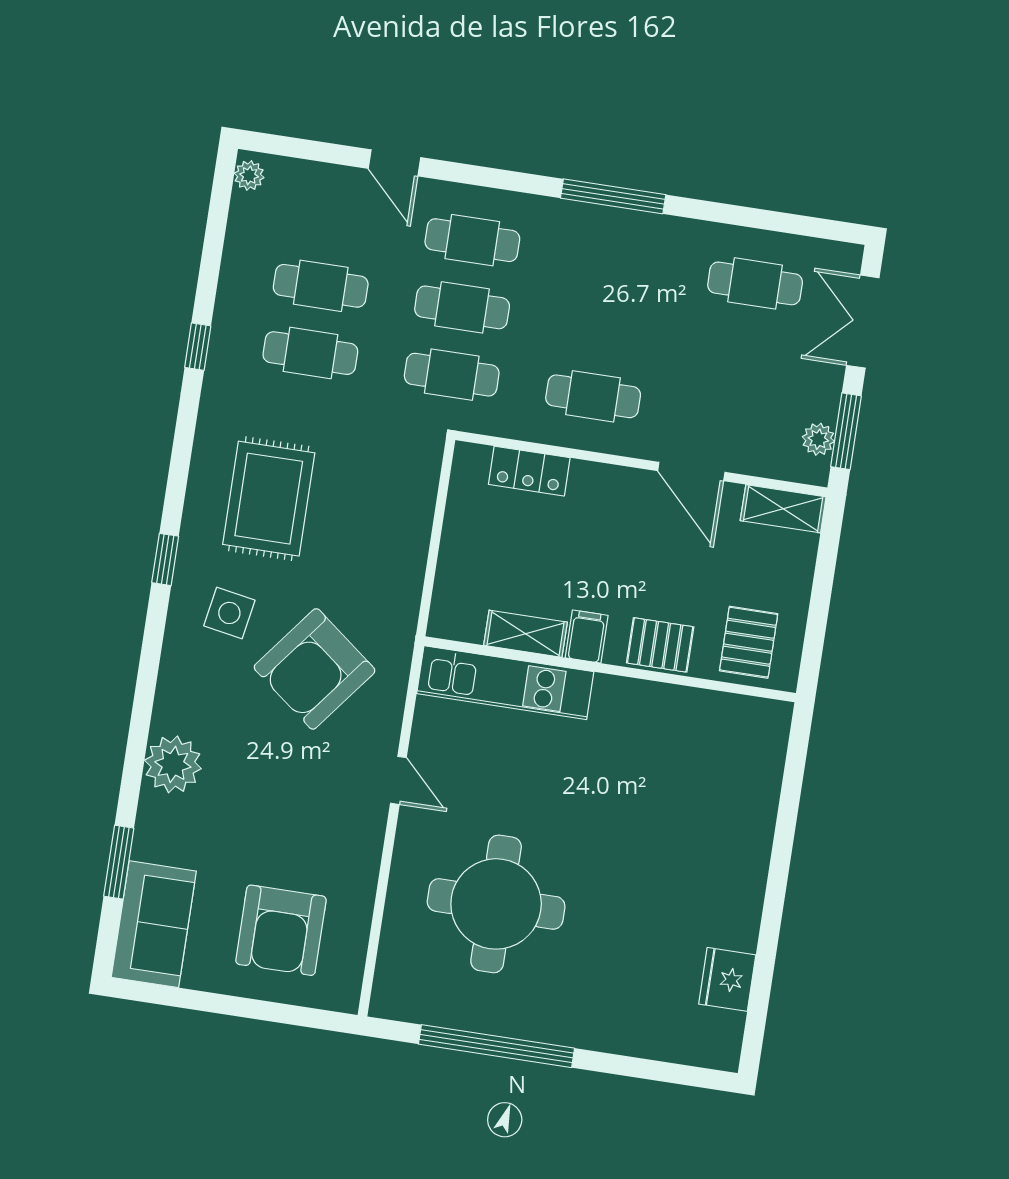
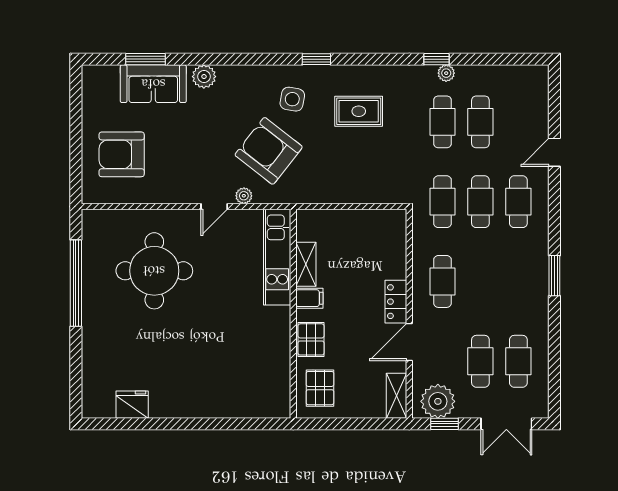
plant: (249, 175) -> (446, 73), moved
window: (613, 196) -> (554, 276), width x0.69
double door: (863, 322) -> (506, 424), swing flipped
cafe table: (745, 351) -> (480, 361), added
window: (846, 431) -> (445, 424), width x0.67
plant: (818, 439) -> (438, 401), width x1.87, depth x1.87
locker: (529, 471) -> (396, 302), moved
rug: (269, 499) -> (359, 111), width x0.73, depth x0.70
pallet: (749, 642) -> (320, 388), turned 90
plant: (387, 725) -> (244, 196), added
plant: (173, 764) -> (204, 77), width x0.73, depth x0.73
sofa: (154, 924) -> (153, 84), moved

